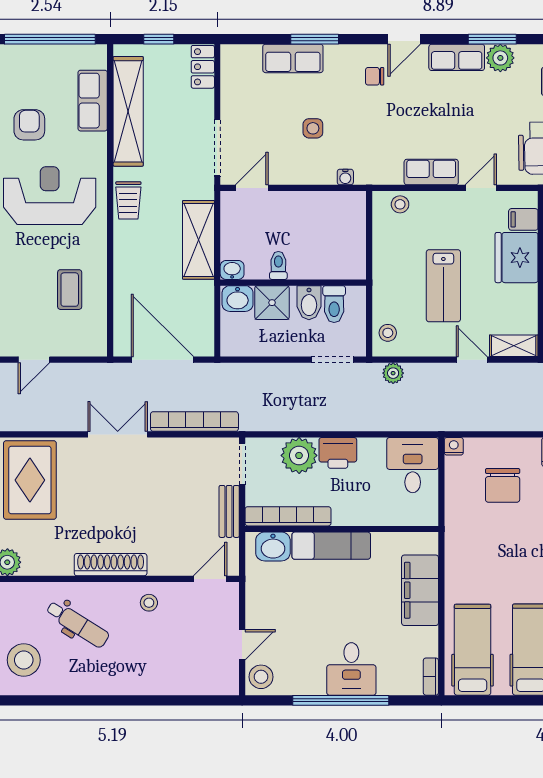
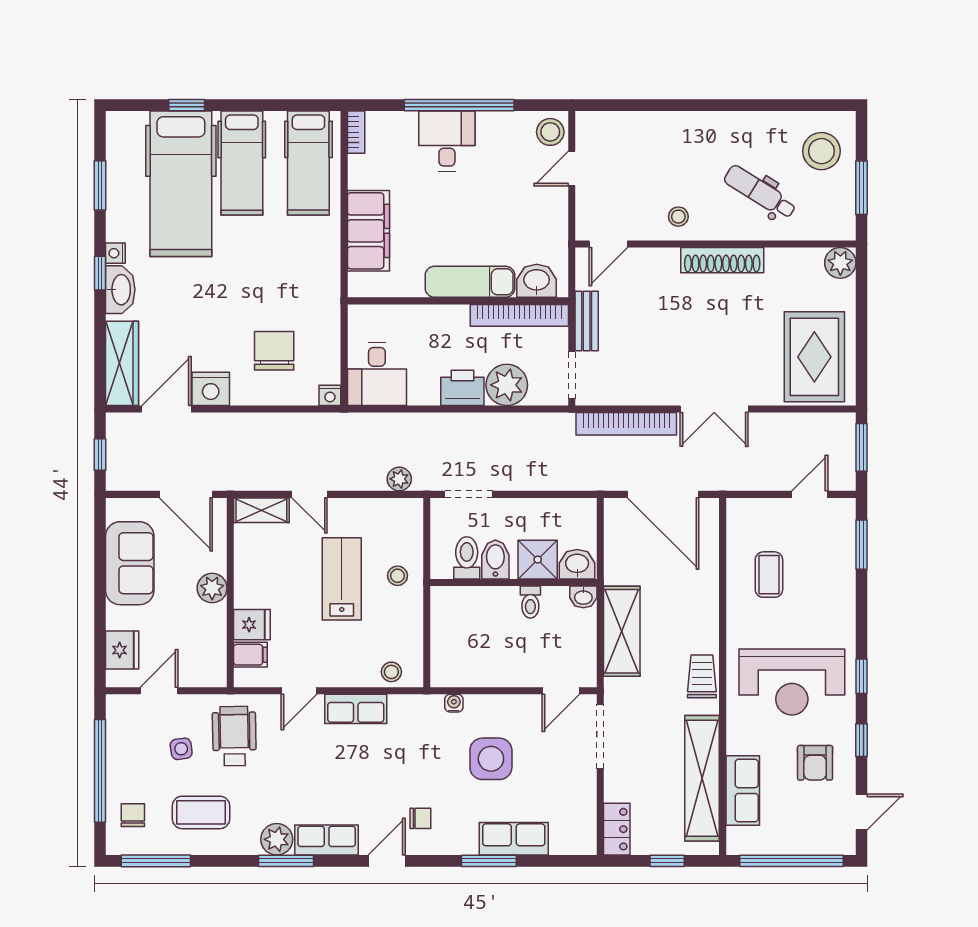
side table: (313, 128) -> (491, 759), width x1.87, depth x1.87
fridge: (517, 258) -> (252, 625), width x0.53, depth x0.75
stool: (388, 333) -> (398, 576), moved

